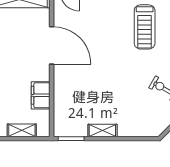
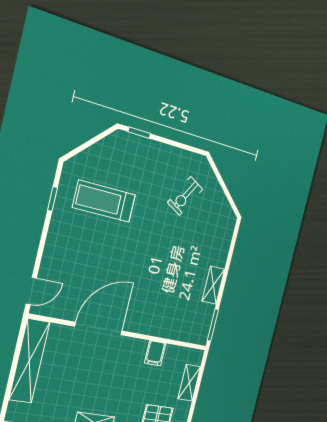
treadmill: (145, 27) -> (104, 201), turned 180
filing cabinet: (41, 95) -> (155, 353), width x0.50

